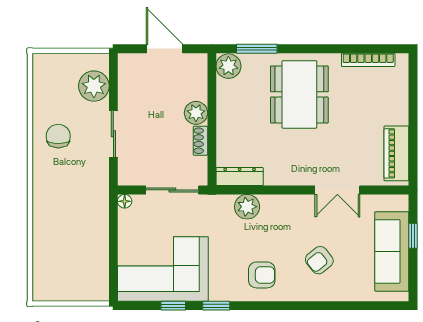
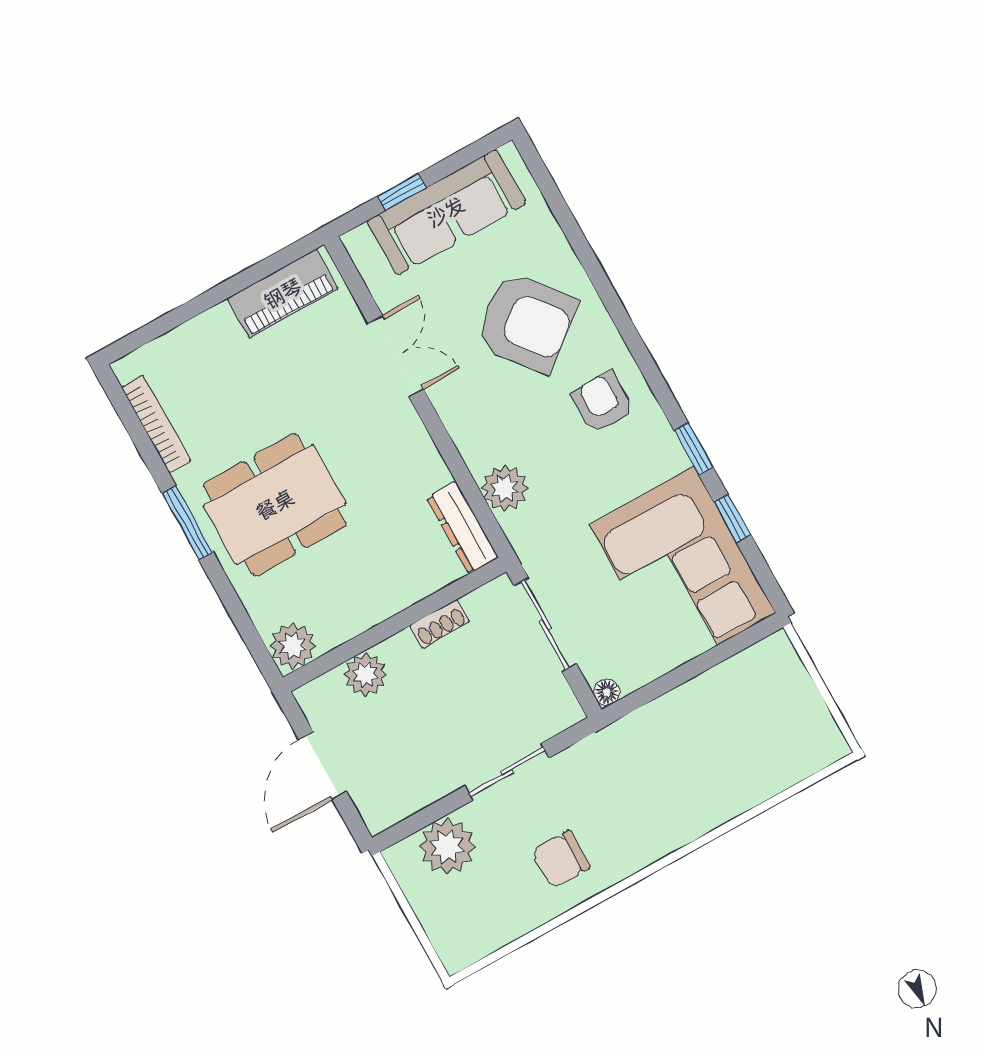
window: (257, 49) -> (187, 523), moved
plant: (196, 113) -> (365, 674), moved
armchair: (319, 260) -> (526, 322), width x1.88, depth x1.88

